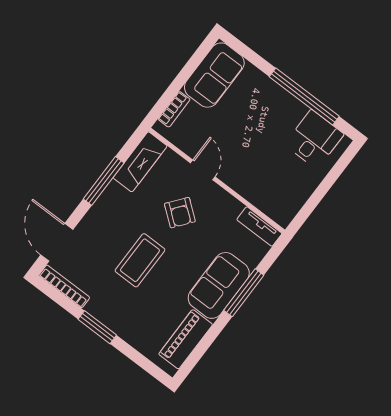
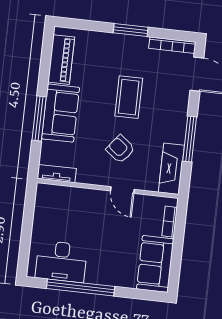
desk: (314, 139) -> (61, 261), width x1.37

